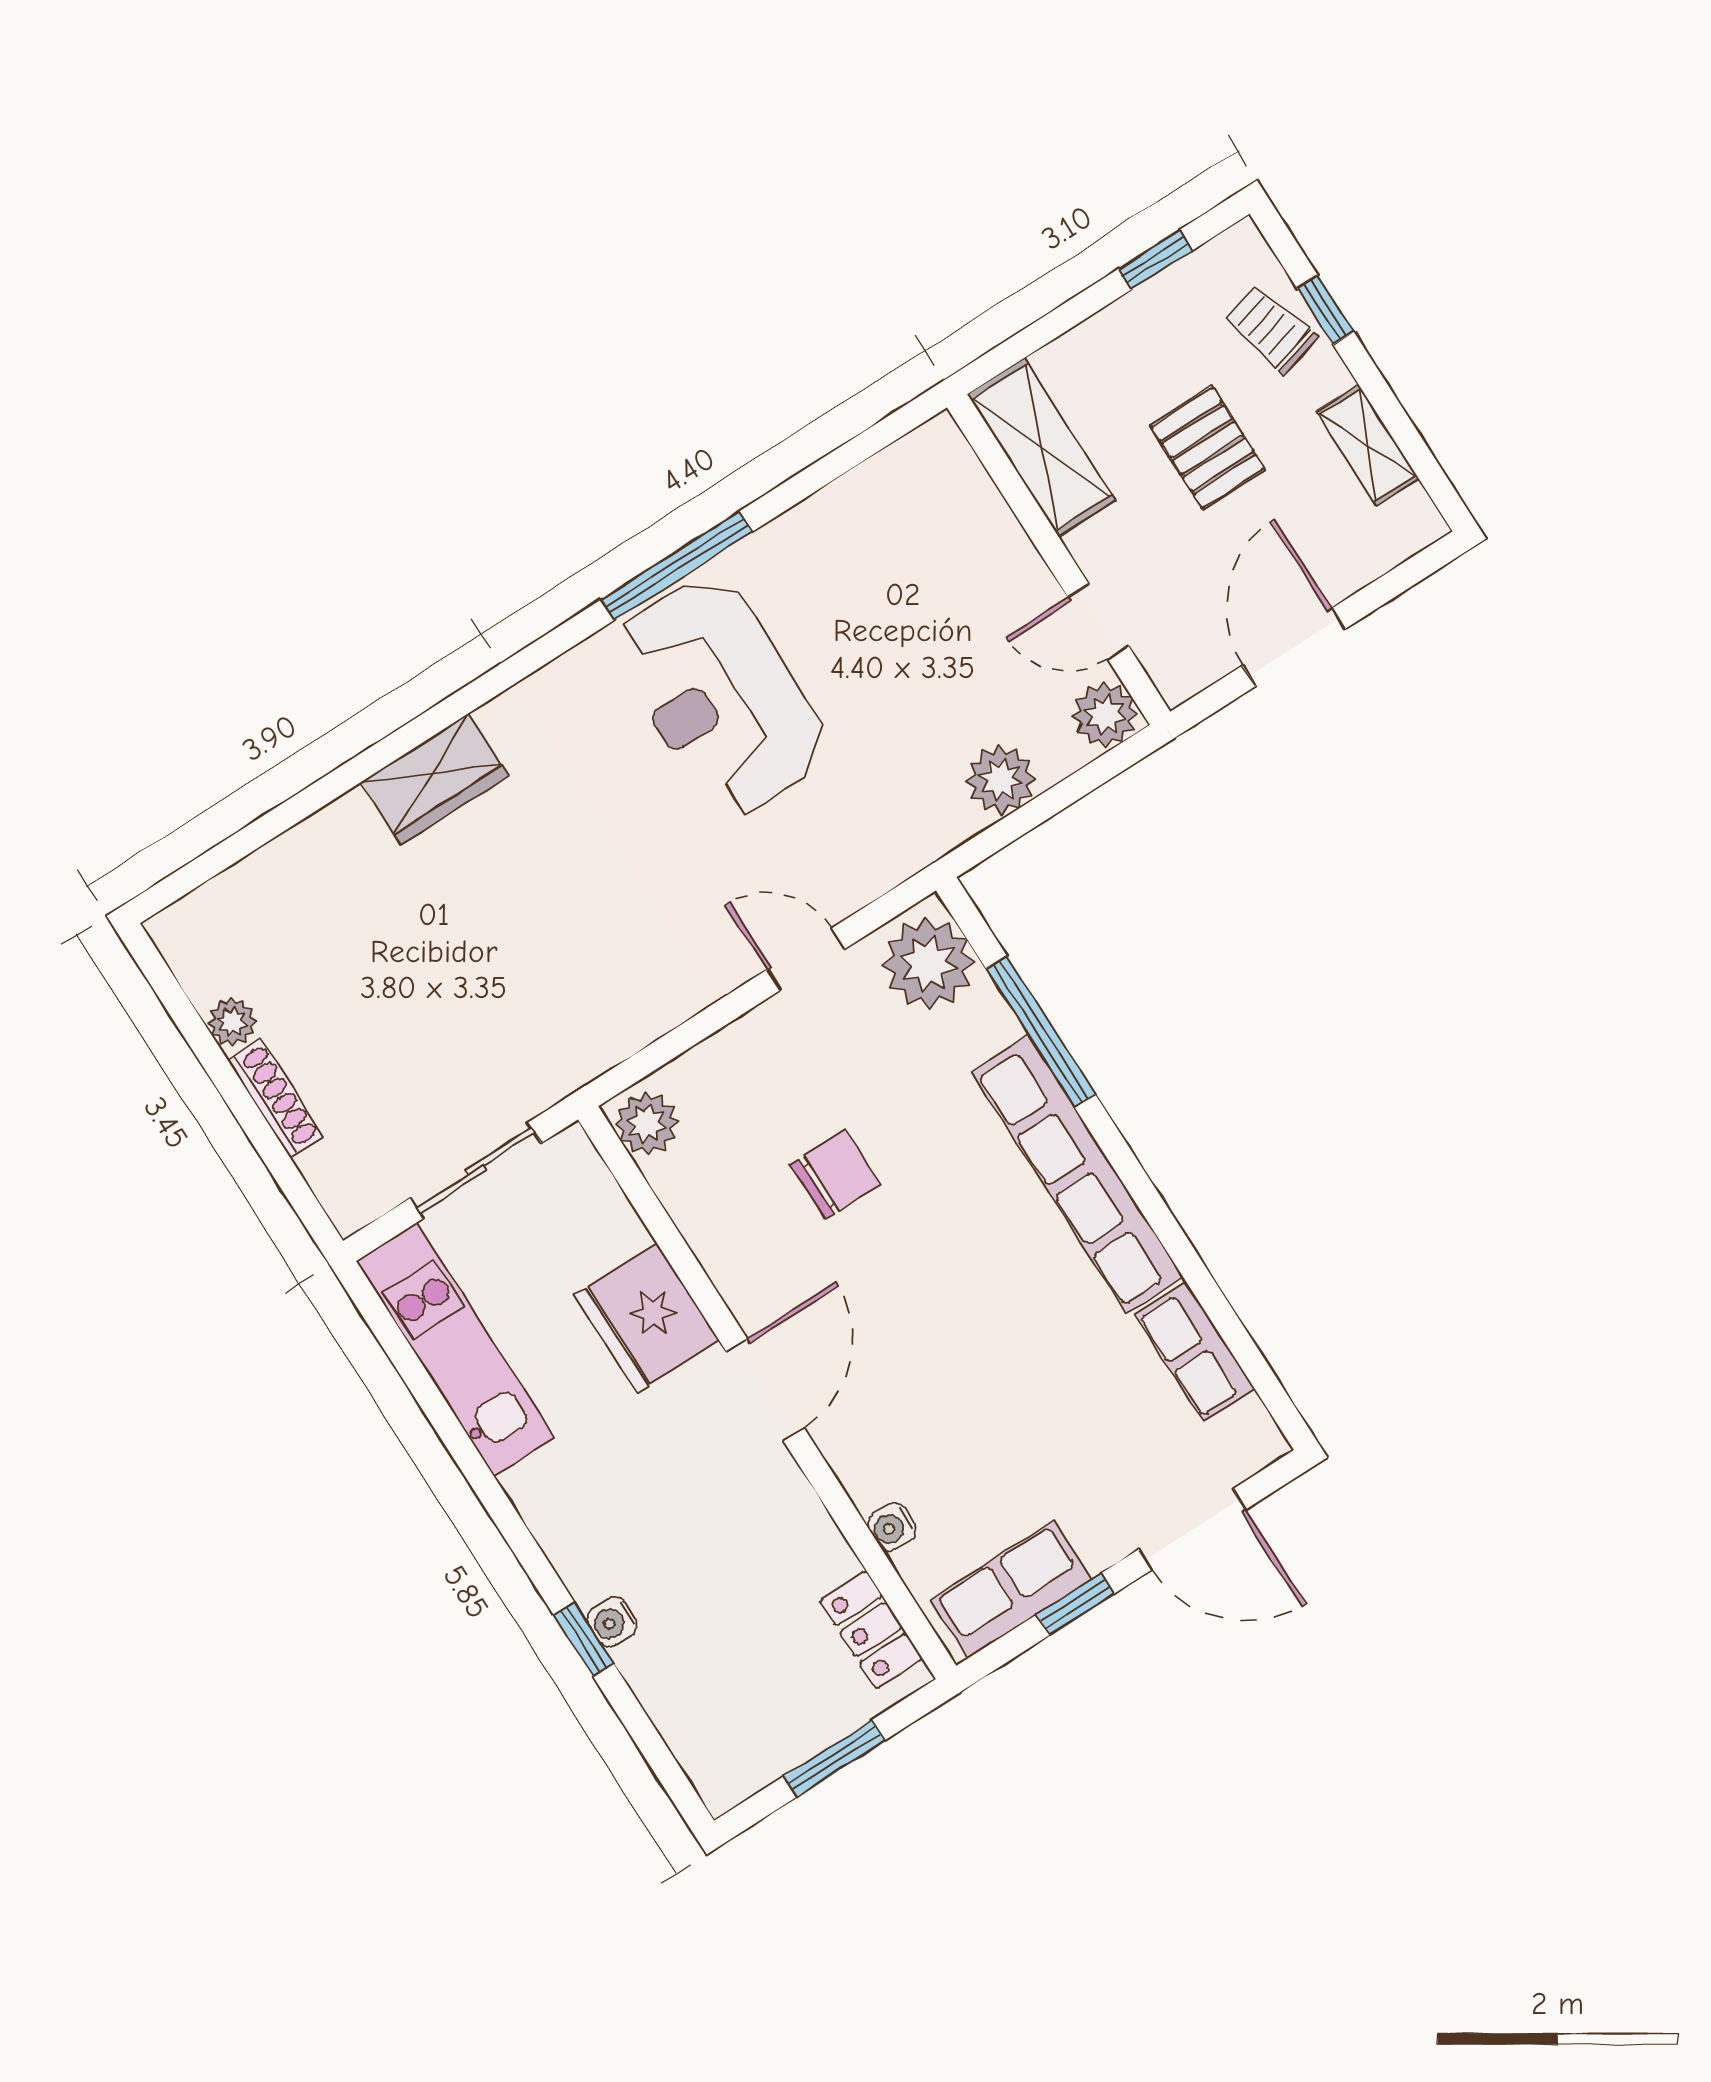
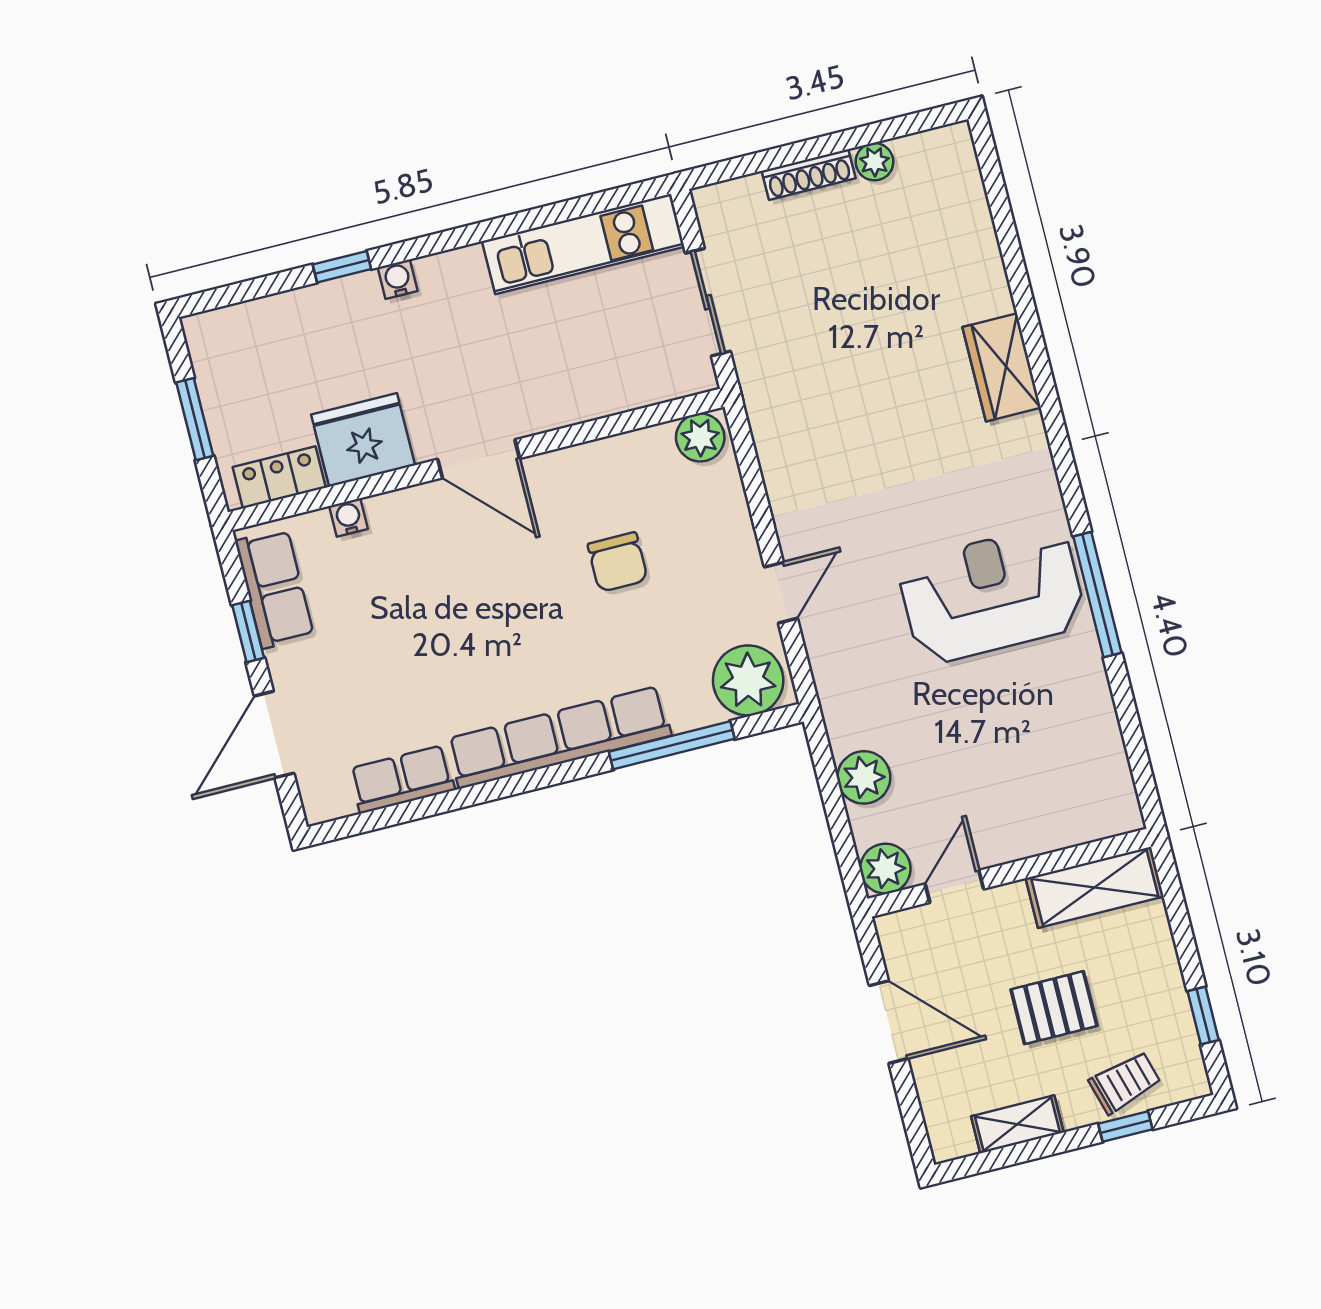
fridge: (647, 1317) -> (363, 440), moved
water cooler: (612, 1622) -> (398, 279), moved

